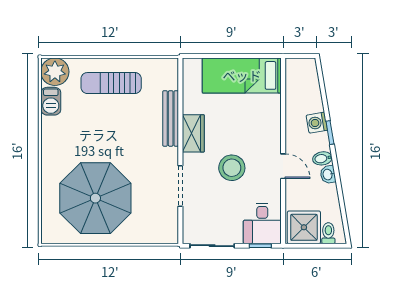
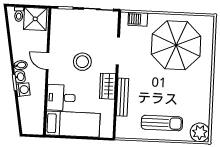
barbecue: (51, 101) -> (138, 19), moved, turned -90
washbasin: (328, 174) -> (20, 77), moved
desk: (262, 223) -> (61, 98), moved, turned -90

